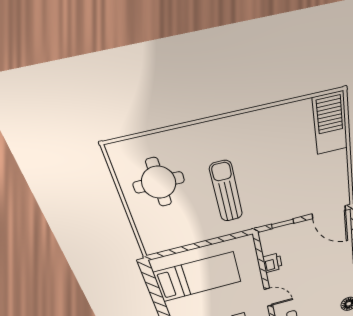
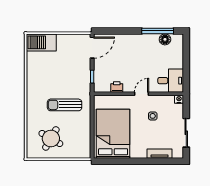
round table: (159, 182) -> (51, 138), turned 30
bed: (198, 277) -> (113, 134), width x1.50

